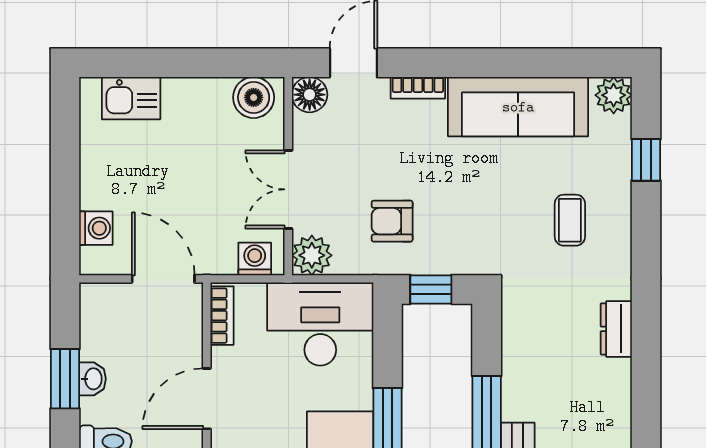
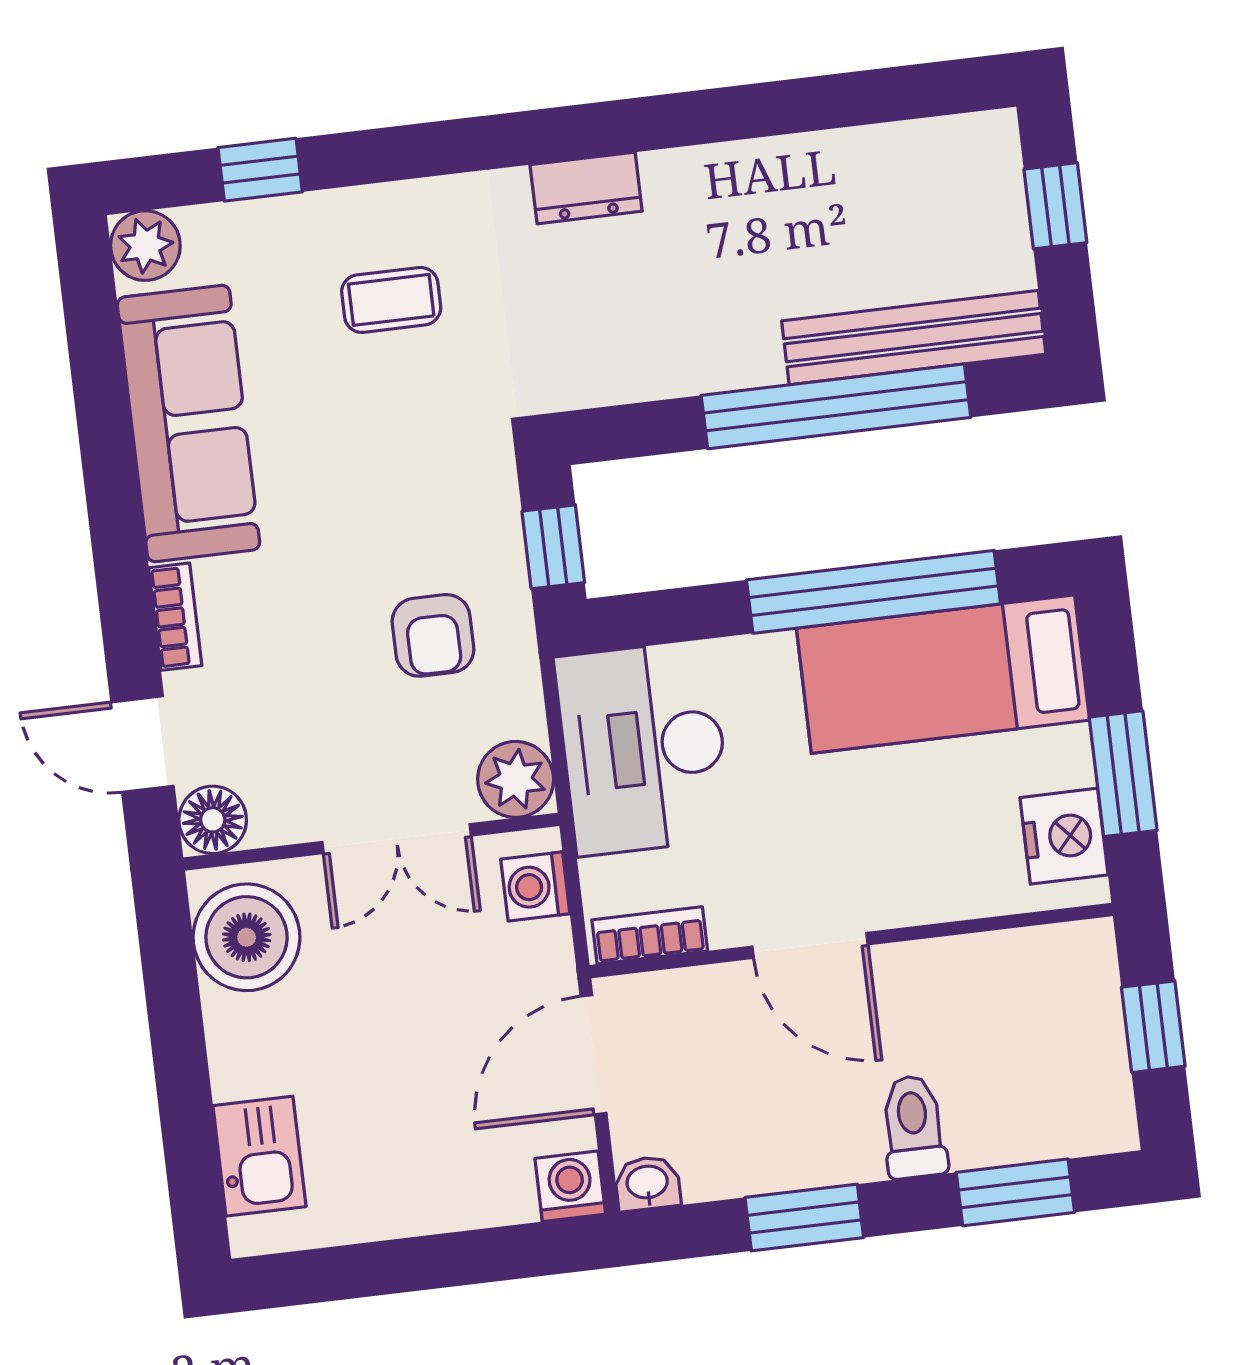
boiler: (254, 97) -> (247, 937), width x1.37, depth x1.37
washing machine: (96, 228) -> (570, 1186), moved
washbasin: (93, 379) -> (647, 1183), moved

